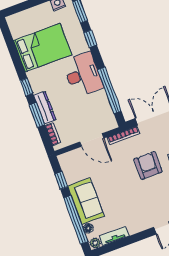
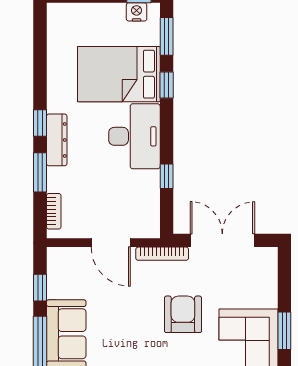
bed: (43, 48) -> (119, 74), moved, turned 180
window: (109, 90) -> (167, 176), width x0.32
dresser: (45, 108) -> (57, 140), moved

